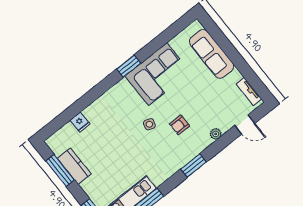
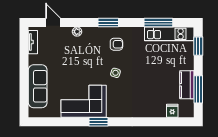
fridge: (80, 122) -> (172, 111), moved
armchair: (179, 125) -> (116, 44), moved

